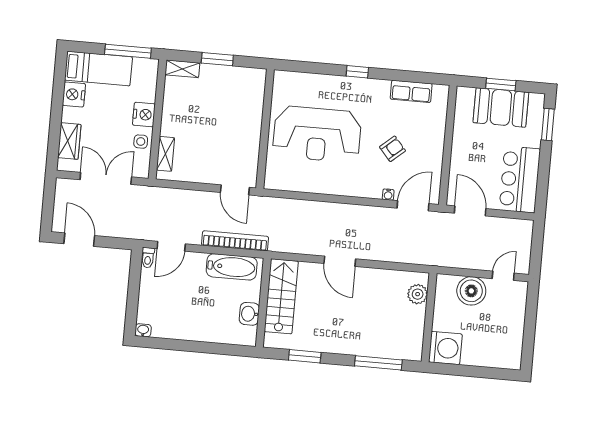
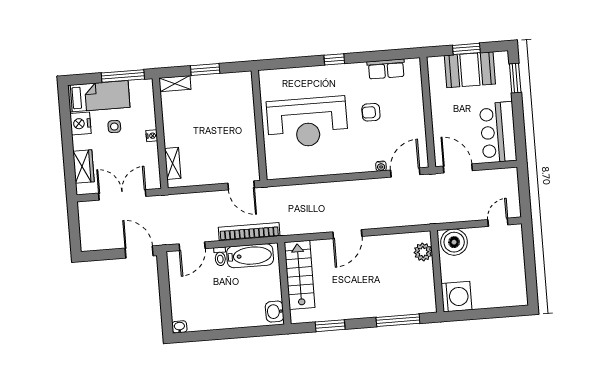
nightstand: (144, 115) -> (152, 136), width x0.53, depth x0.56
side table: (141, 142) -> (114, 127), moved
armchair: (393, 149) -> (371, 112), moved, turned -139
door: (79, 240) -> (139, 252), moved
toilet: (148, 258) -> (220, 256), moved
door: (340, 261) -> (347, 234), hinge flipped
boiler: (471, 291) -> (454, 242), moved
washbasin: (249, 314) -> (275, 312), moved

